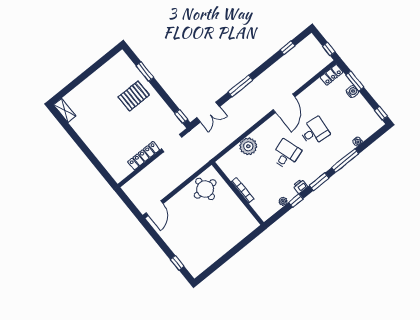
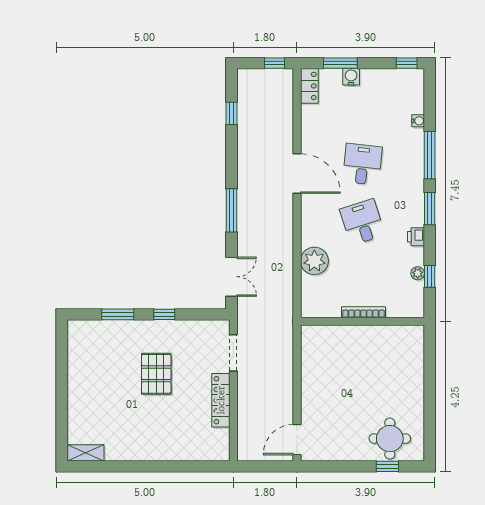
pallet: (134, 96) -> (156, 374), moved
window: (181, 116) -> (164, 314), moved
round table: (205, 189) -> (390, 439), moved
window: (296, 201) -> (430, 276), moved
door: (154, 208) -> (297, 440), swing flipped

